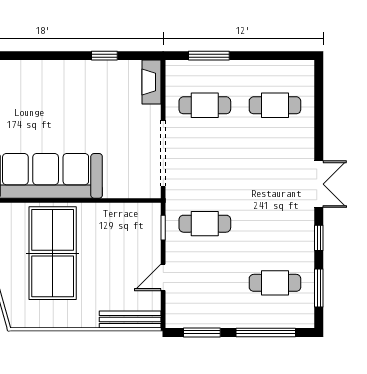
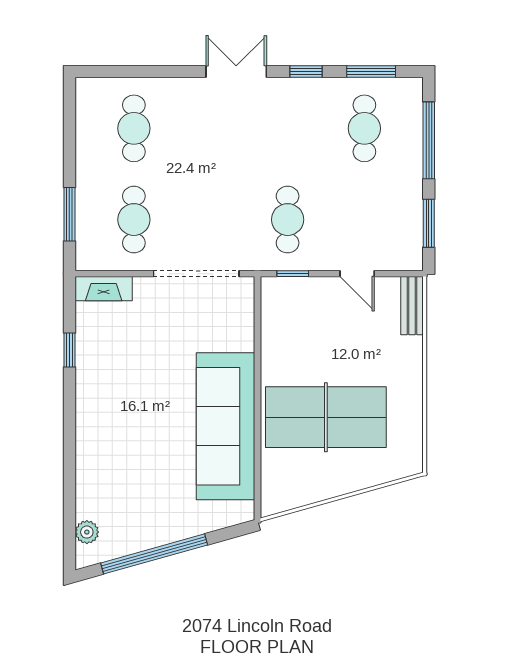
bench: (130, 320) -> (412, 306), width x0.73

